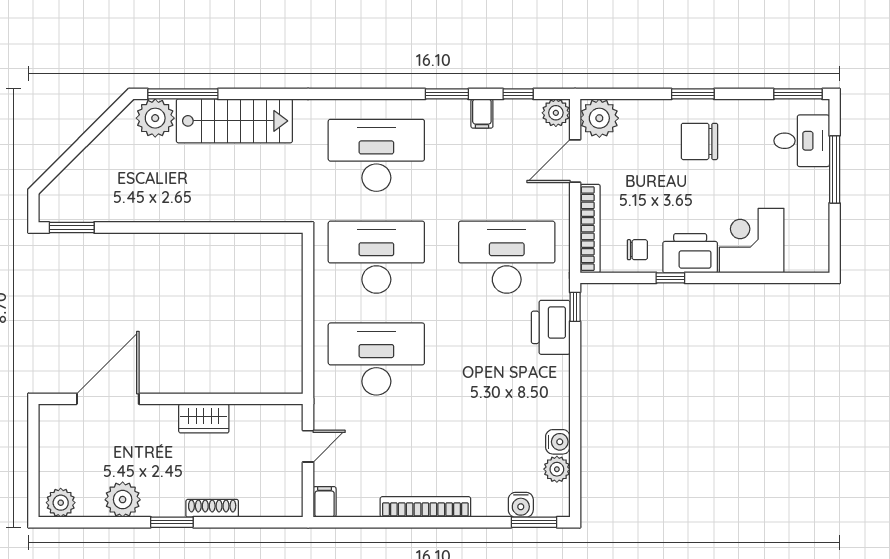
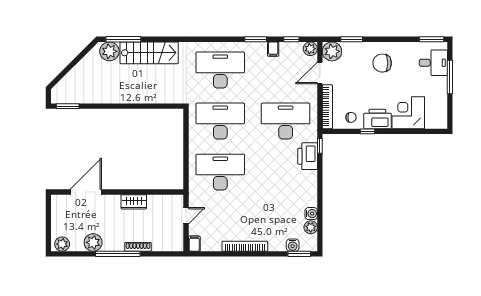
window: (693, 94) -> (352, 39), moved
window: (172, 522) -> (118, 254), width x2.11

